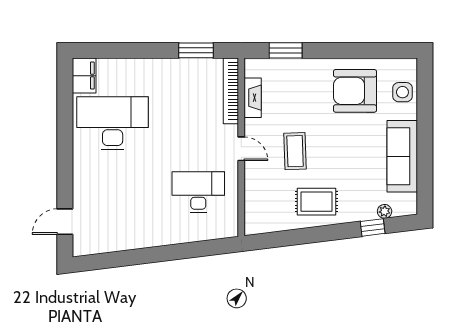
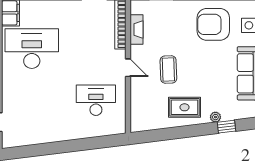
plant: (385, 211) -> (215, 117), moved

